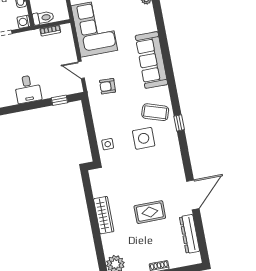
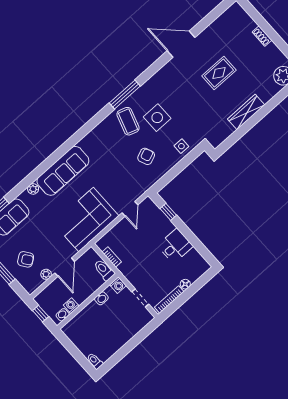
sofa: (152, 60) -> (63, 171), moved
armchair: (108, 86) -> (146, 156), moved, turned -114
window: (179, 123) -> (125, 94), width x2.17
rug: (150, 212) -> (219, 73), turned 90
dresser: (190, 234) -> (217, 26), removed

